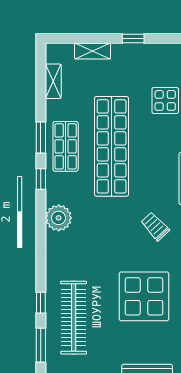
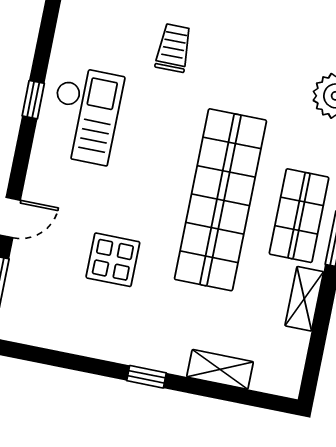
shelving: (53, 81) -> (304, 299), moved
trolley: (155, 226) -> (174, 48), turned -137

